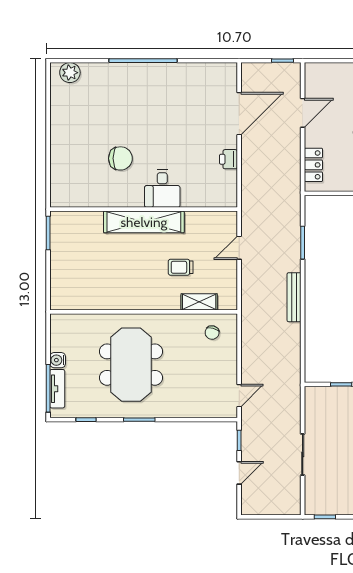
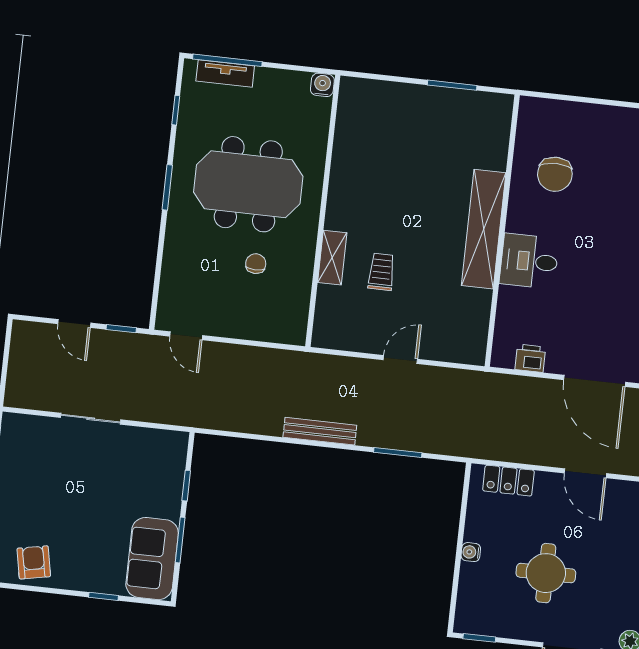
chair: (120, 158) -> (555, 174), moved
desk: (162, 188) -> (529, 261), moved
wall: (144, 209) -> (502, 231), moved
shelving: (144, 222) -> (484, 229), moved
door: (239, 248) -> (400, 359), hinge flipped
shelving: (199, 302) -> (332, 258), moved
chair: (212, 333) -> (256, 264), moved, turned 75
water cooler: (58, 360) -> (322, 85), moved

